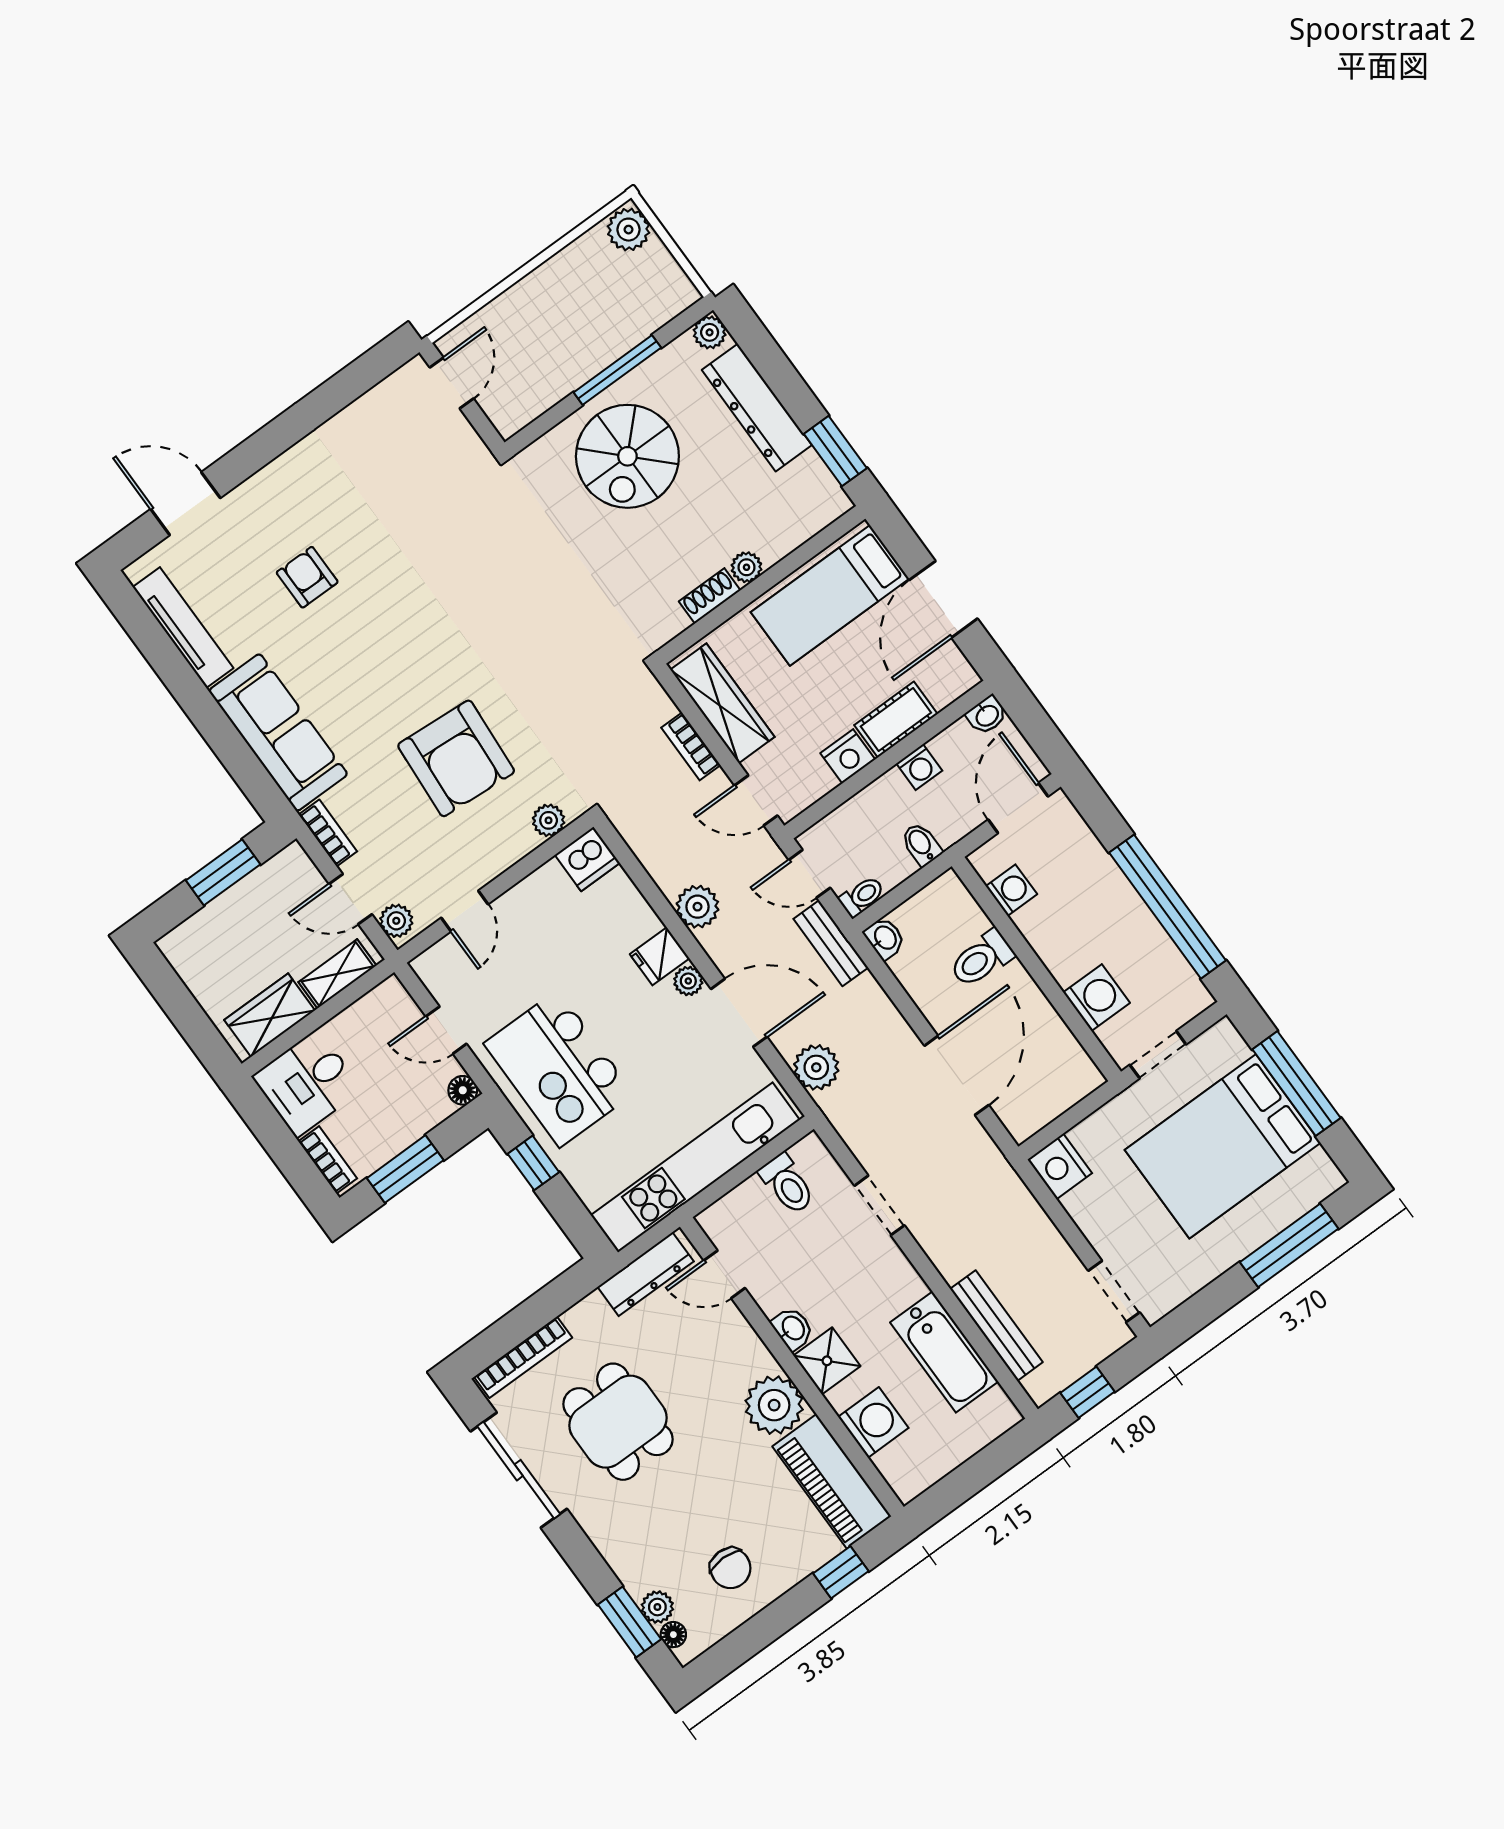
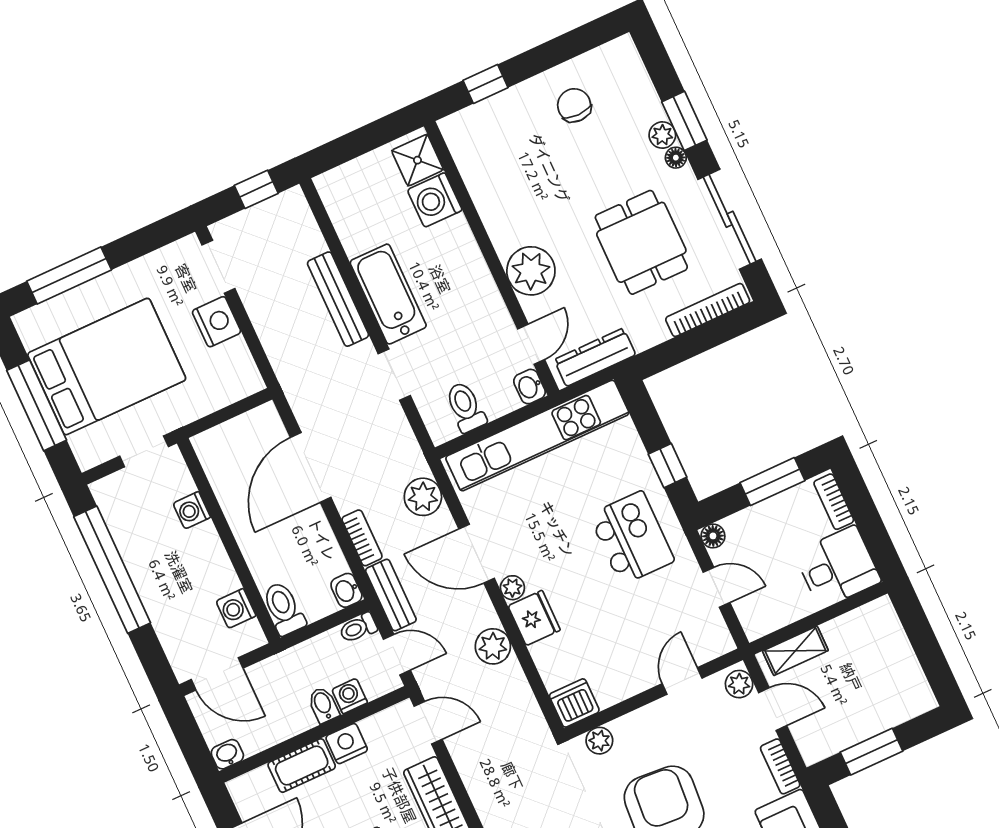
bookcase: (691, 746) -> (362, 538), moved
washing machine: (919, 767) -> (350, 696), moved
door: (1018, 808) -> (217, 674), hinge flipped
bidet: (921, 844) -> (323, 705), moved, turned 180
fridge: (660, 956) -> (534, 618), width x1.38
toilet: (982, 959) -> (284, 609), moved, turned -90
washing machine: (1097, 998) -> (192, 510), width x0.73, depth x0.73
wardrobe: (270, 1015) -> (857, 628), removed
kitchen island: (559, 1069) -> (632, 538), width x0.73, depth x0.78
nightstand: (1060, 1166) -> (217, 322), moved
door: (724, 1274) -> (531, 344), hinge flipped
bench: (996, 1326) -> (338, 299), moved
washbasin: (793, 1329) -> (529, 387), moved
bathtub: (944, 1352) -> (388, 294), moved
shower: (827, 1361) -> (417, 160), moved
plant: (774, 1405) -> (531, 271), moved
piano: (832, 1481) -> (478, 159), removed
plant: (657, 1607) -> (662, 135), moved
window: (629, 1622) -> (684, 121), moved
floor lamp: (673, 1635) -> (676, 158), moved

